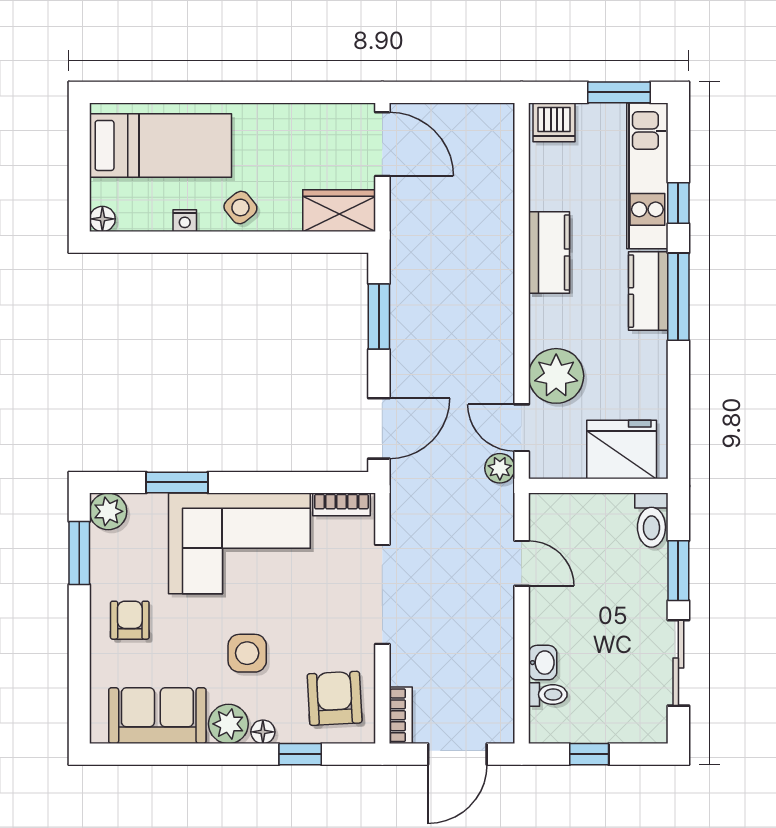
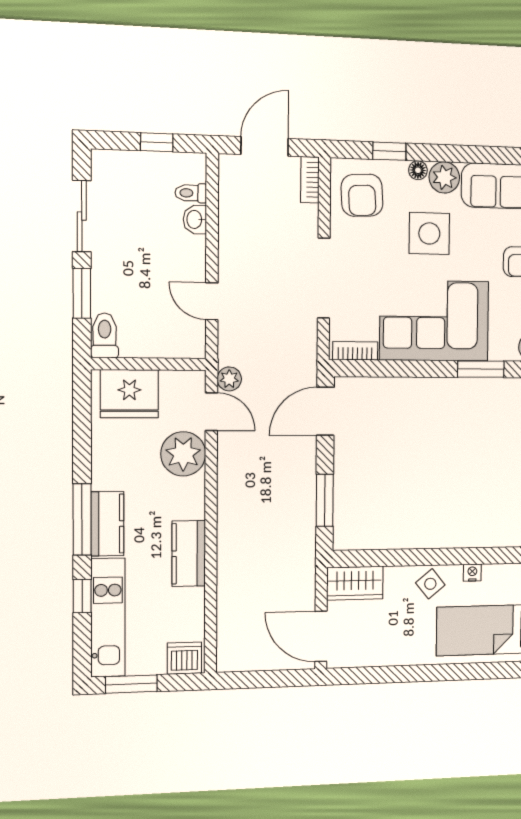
side table: (247, 653) -> (429, 233), width x1.37, depth x1.37

